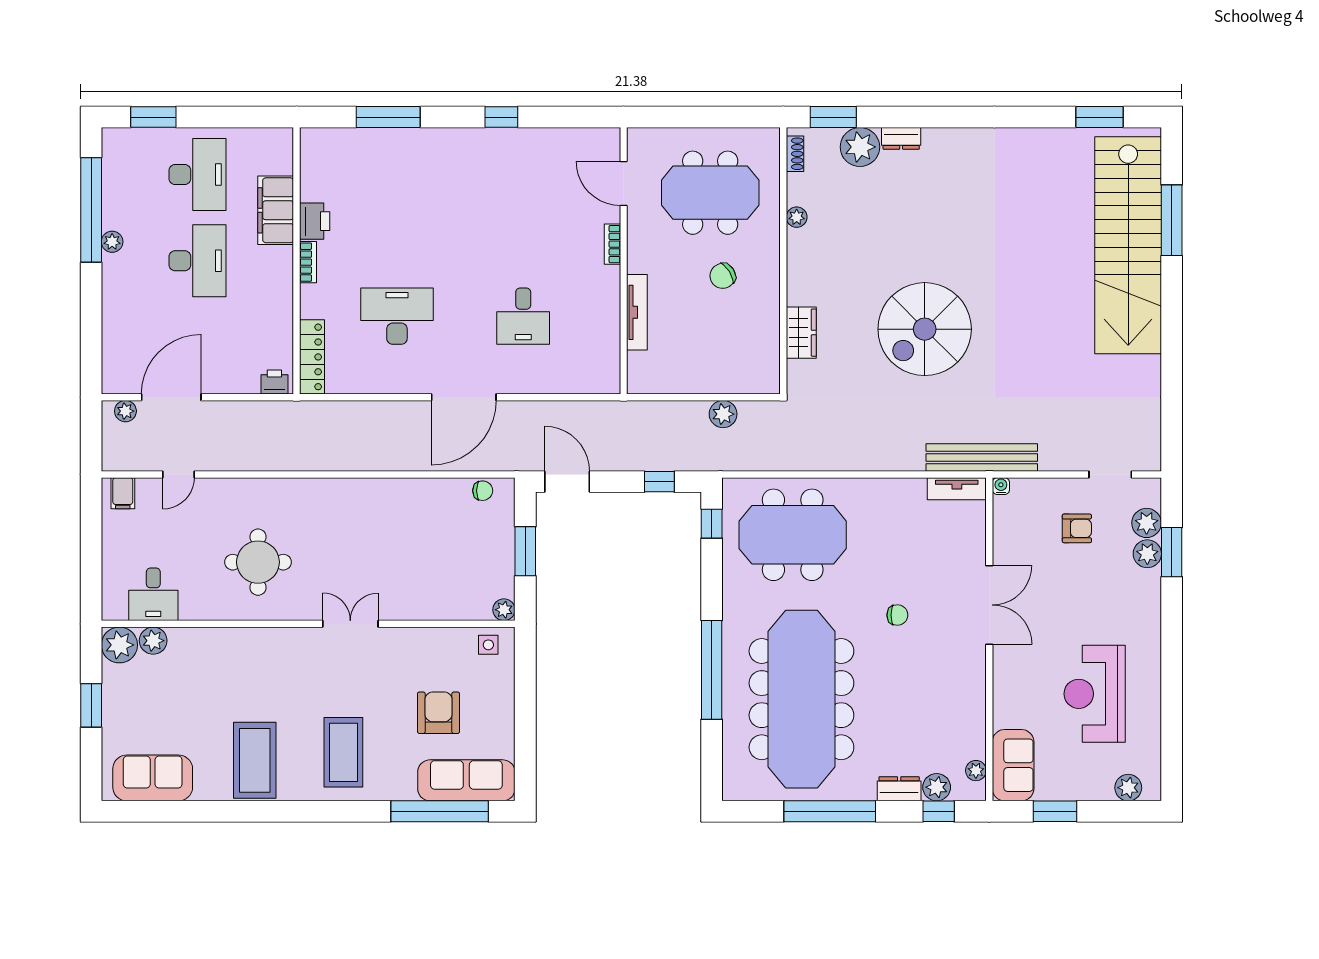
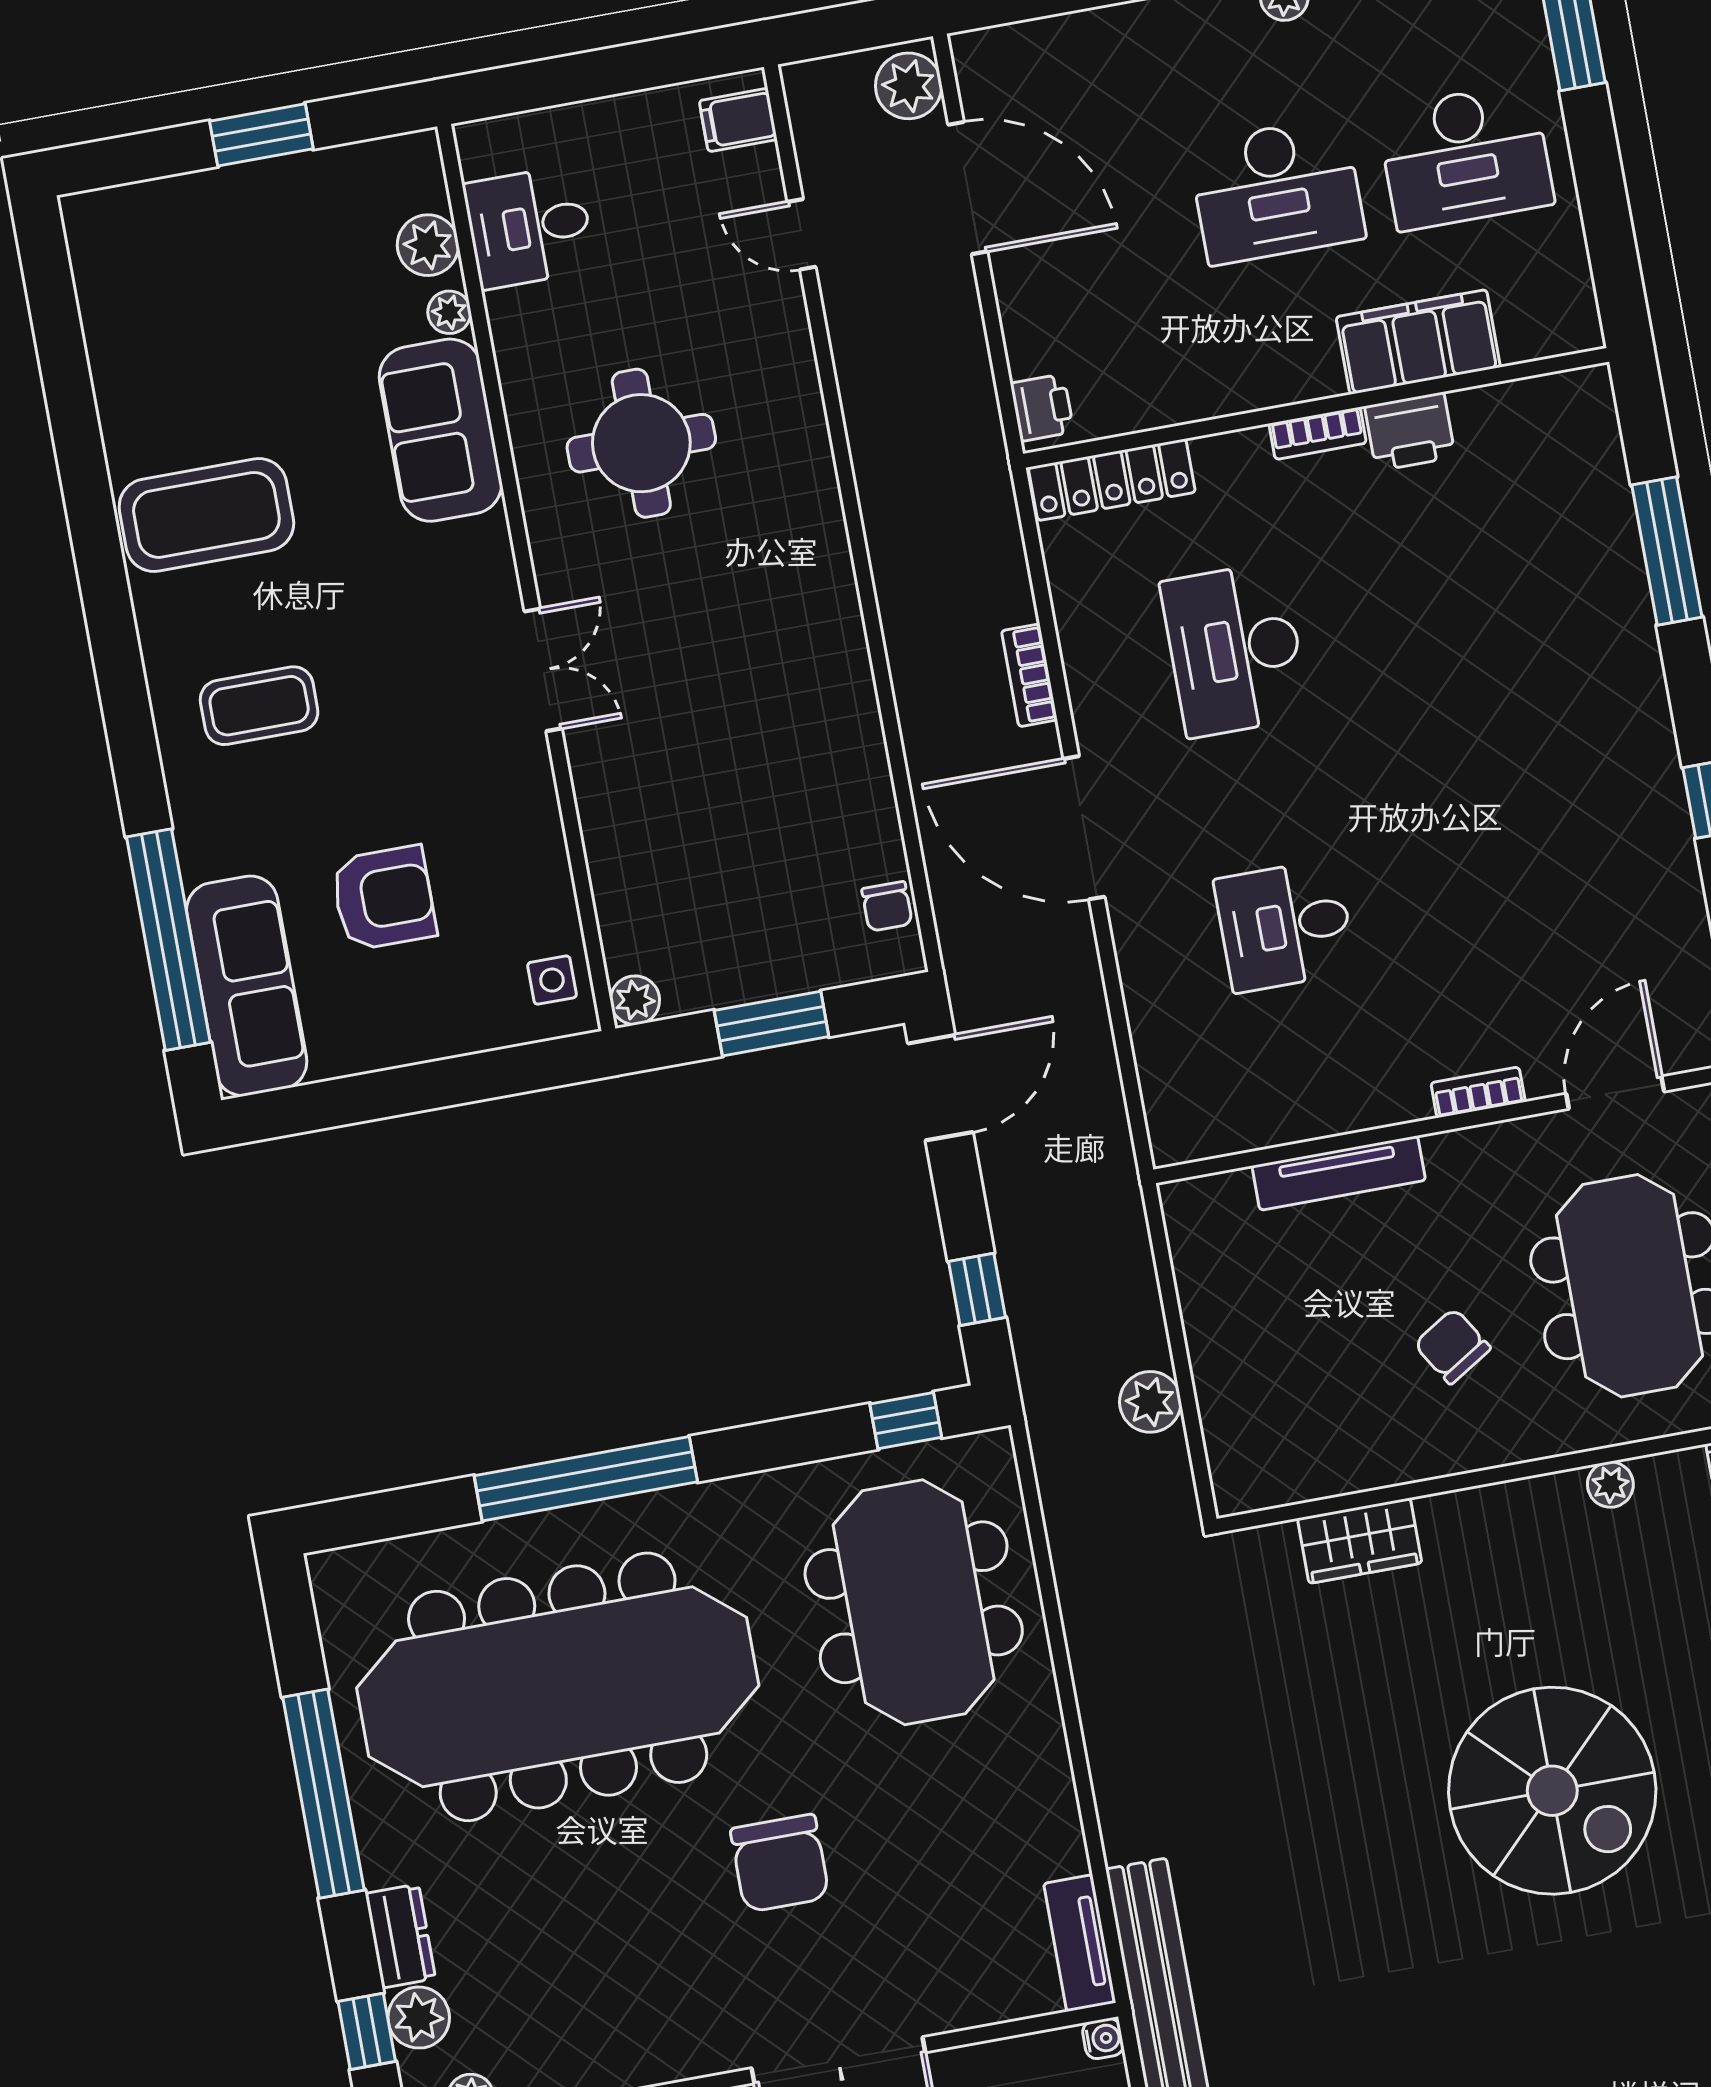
desk: (397, 316) -> (1235, 649), turned 180
spiral stairs: (925, 329) -> (1552, 1791), moved, turned 180
bookcase: (392, 409) -> (1029, 675), added
plant: (125, 411) -> (909, 86), width x1.38, depth x1.38
chair: (897, 615) -> (780, 1863), width x1.87, depth x1.87
plant: (119, 645) -> (449, 312), moved, width x0.53, depth x0.53
coffee table: (343, 752) -> (259, 706), width x0.73, depth x0.76
sofa: (153, 778) -> (441, 430), moved, turned 180

